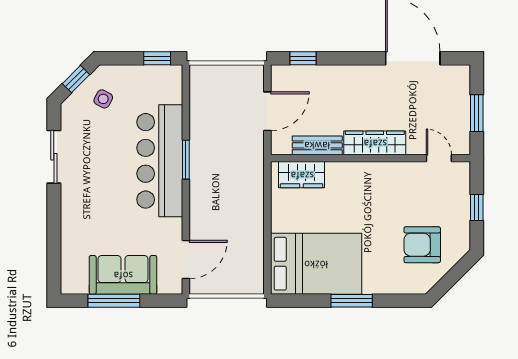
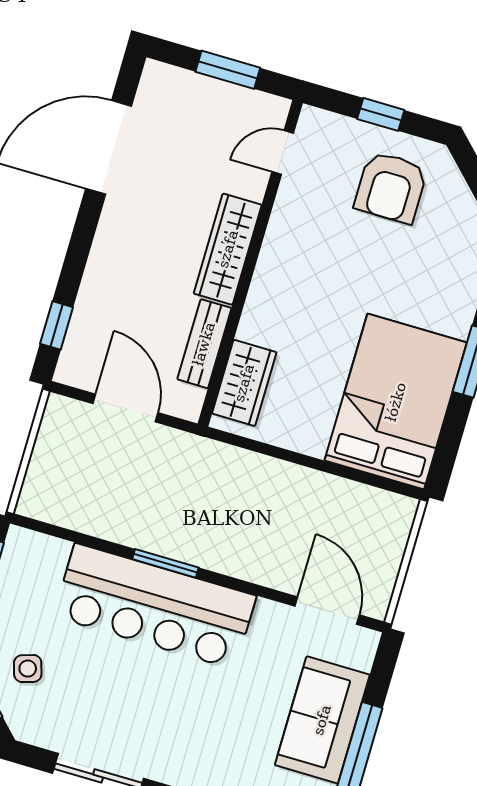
side table: (103, 99) -> (28, 669), turned 45
armchair: (422, 245) -> (391, 187), moved

